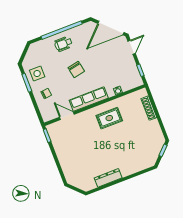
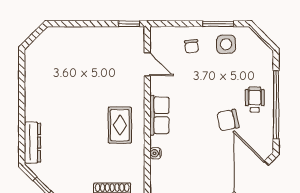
chair: (76, 70) -> (228, 120), moved
row of seats: (89, 99) -> (159, 115), width x0.68
door: (67, 116) -> (147, 64), hinge flipped
dresser: (108, 178) -> (32, 143), moved

